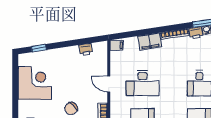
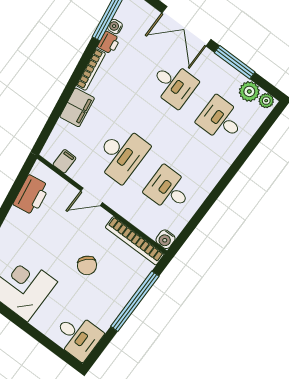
filing cabinet: (117, 45) -> (64, 161), moved
printer: (86, 49) -> (31, 195), width x1.87, depth x1.48

